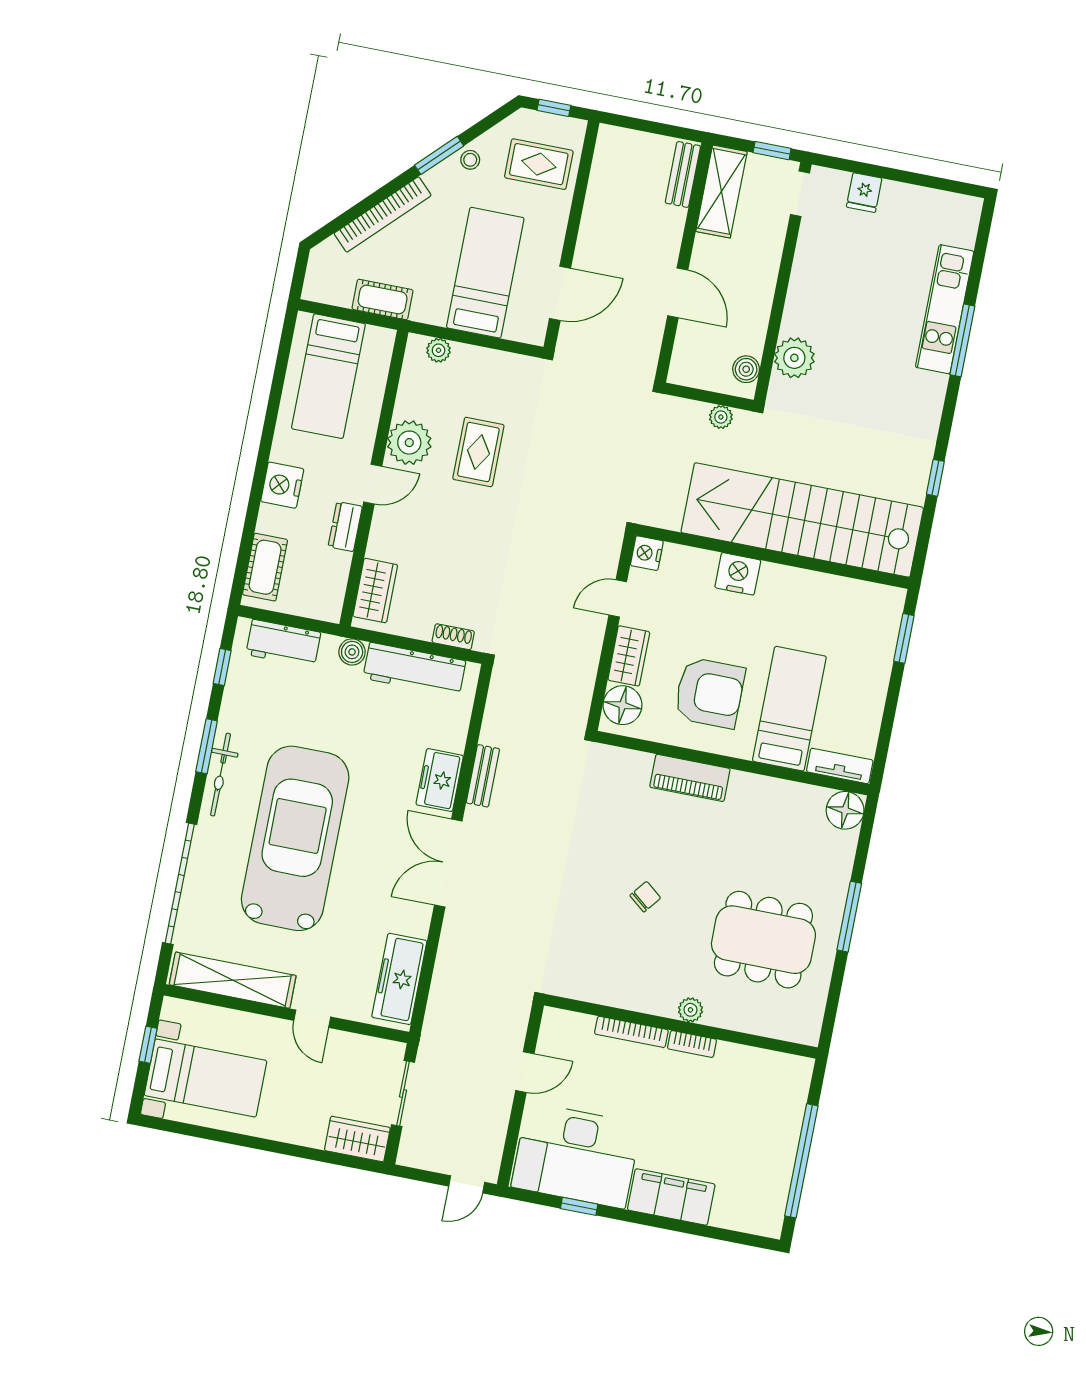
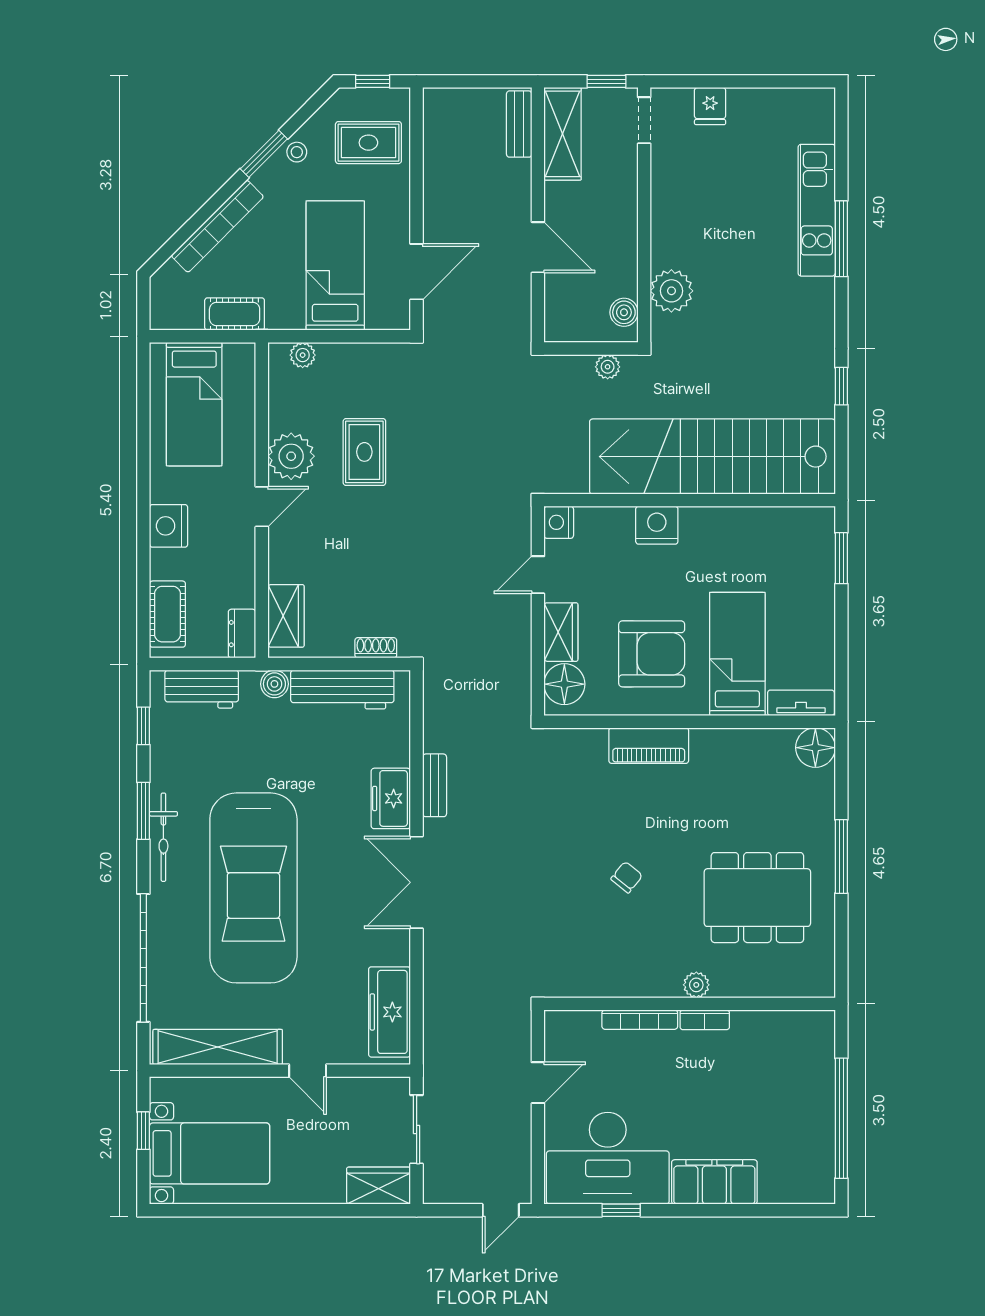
dresser: (345, 527) -> (242, 634), moved
car: (295, 838) -> (253, 888), turned 180

